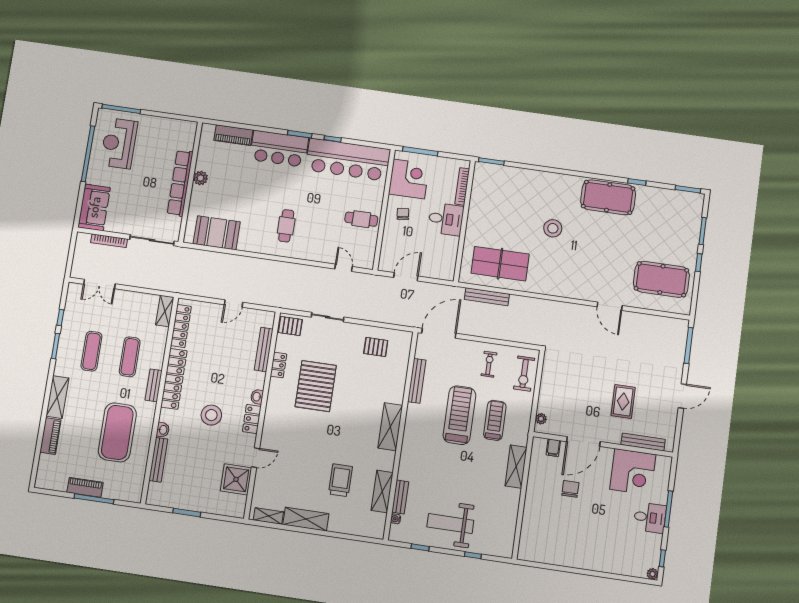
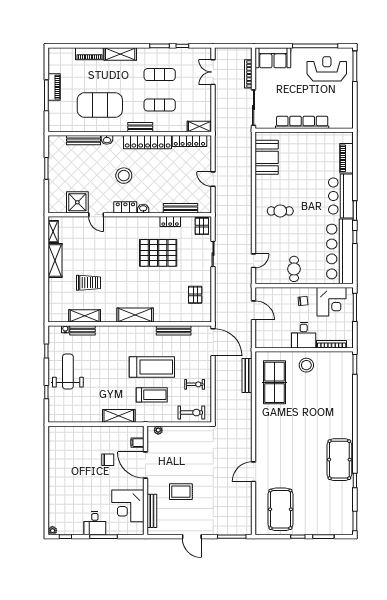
plant: (200, 178) -> (309, 138), removed
stool: (553, 228) -> (306, 365), moved
exercise bike: (524, 374) -> (191, 413), turned 180

